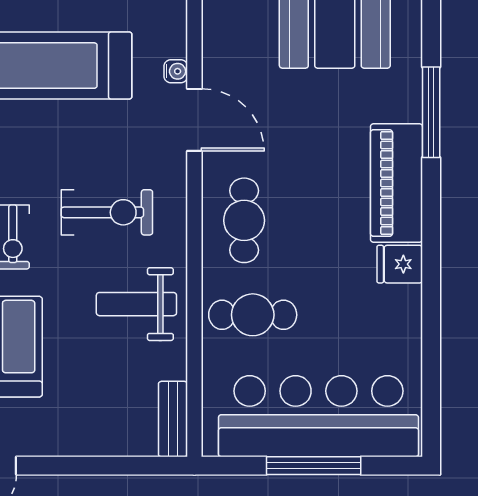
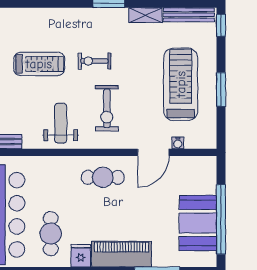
cafe table: (253, 315) -> (51, 234), moved

